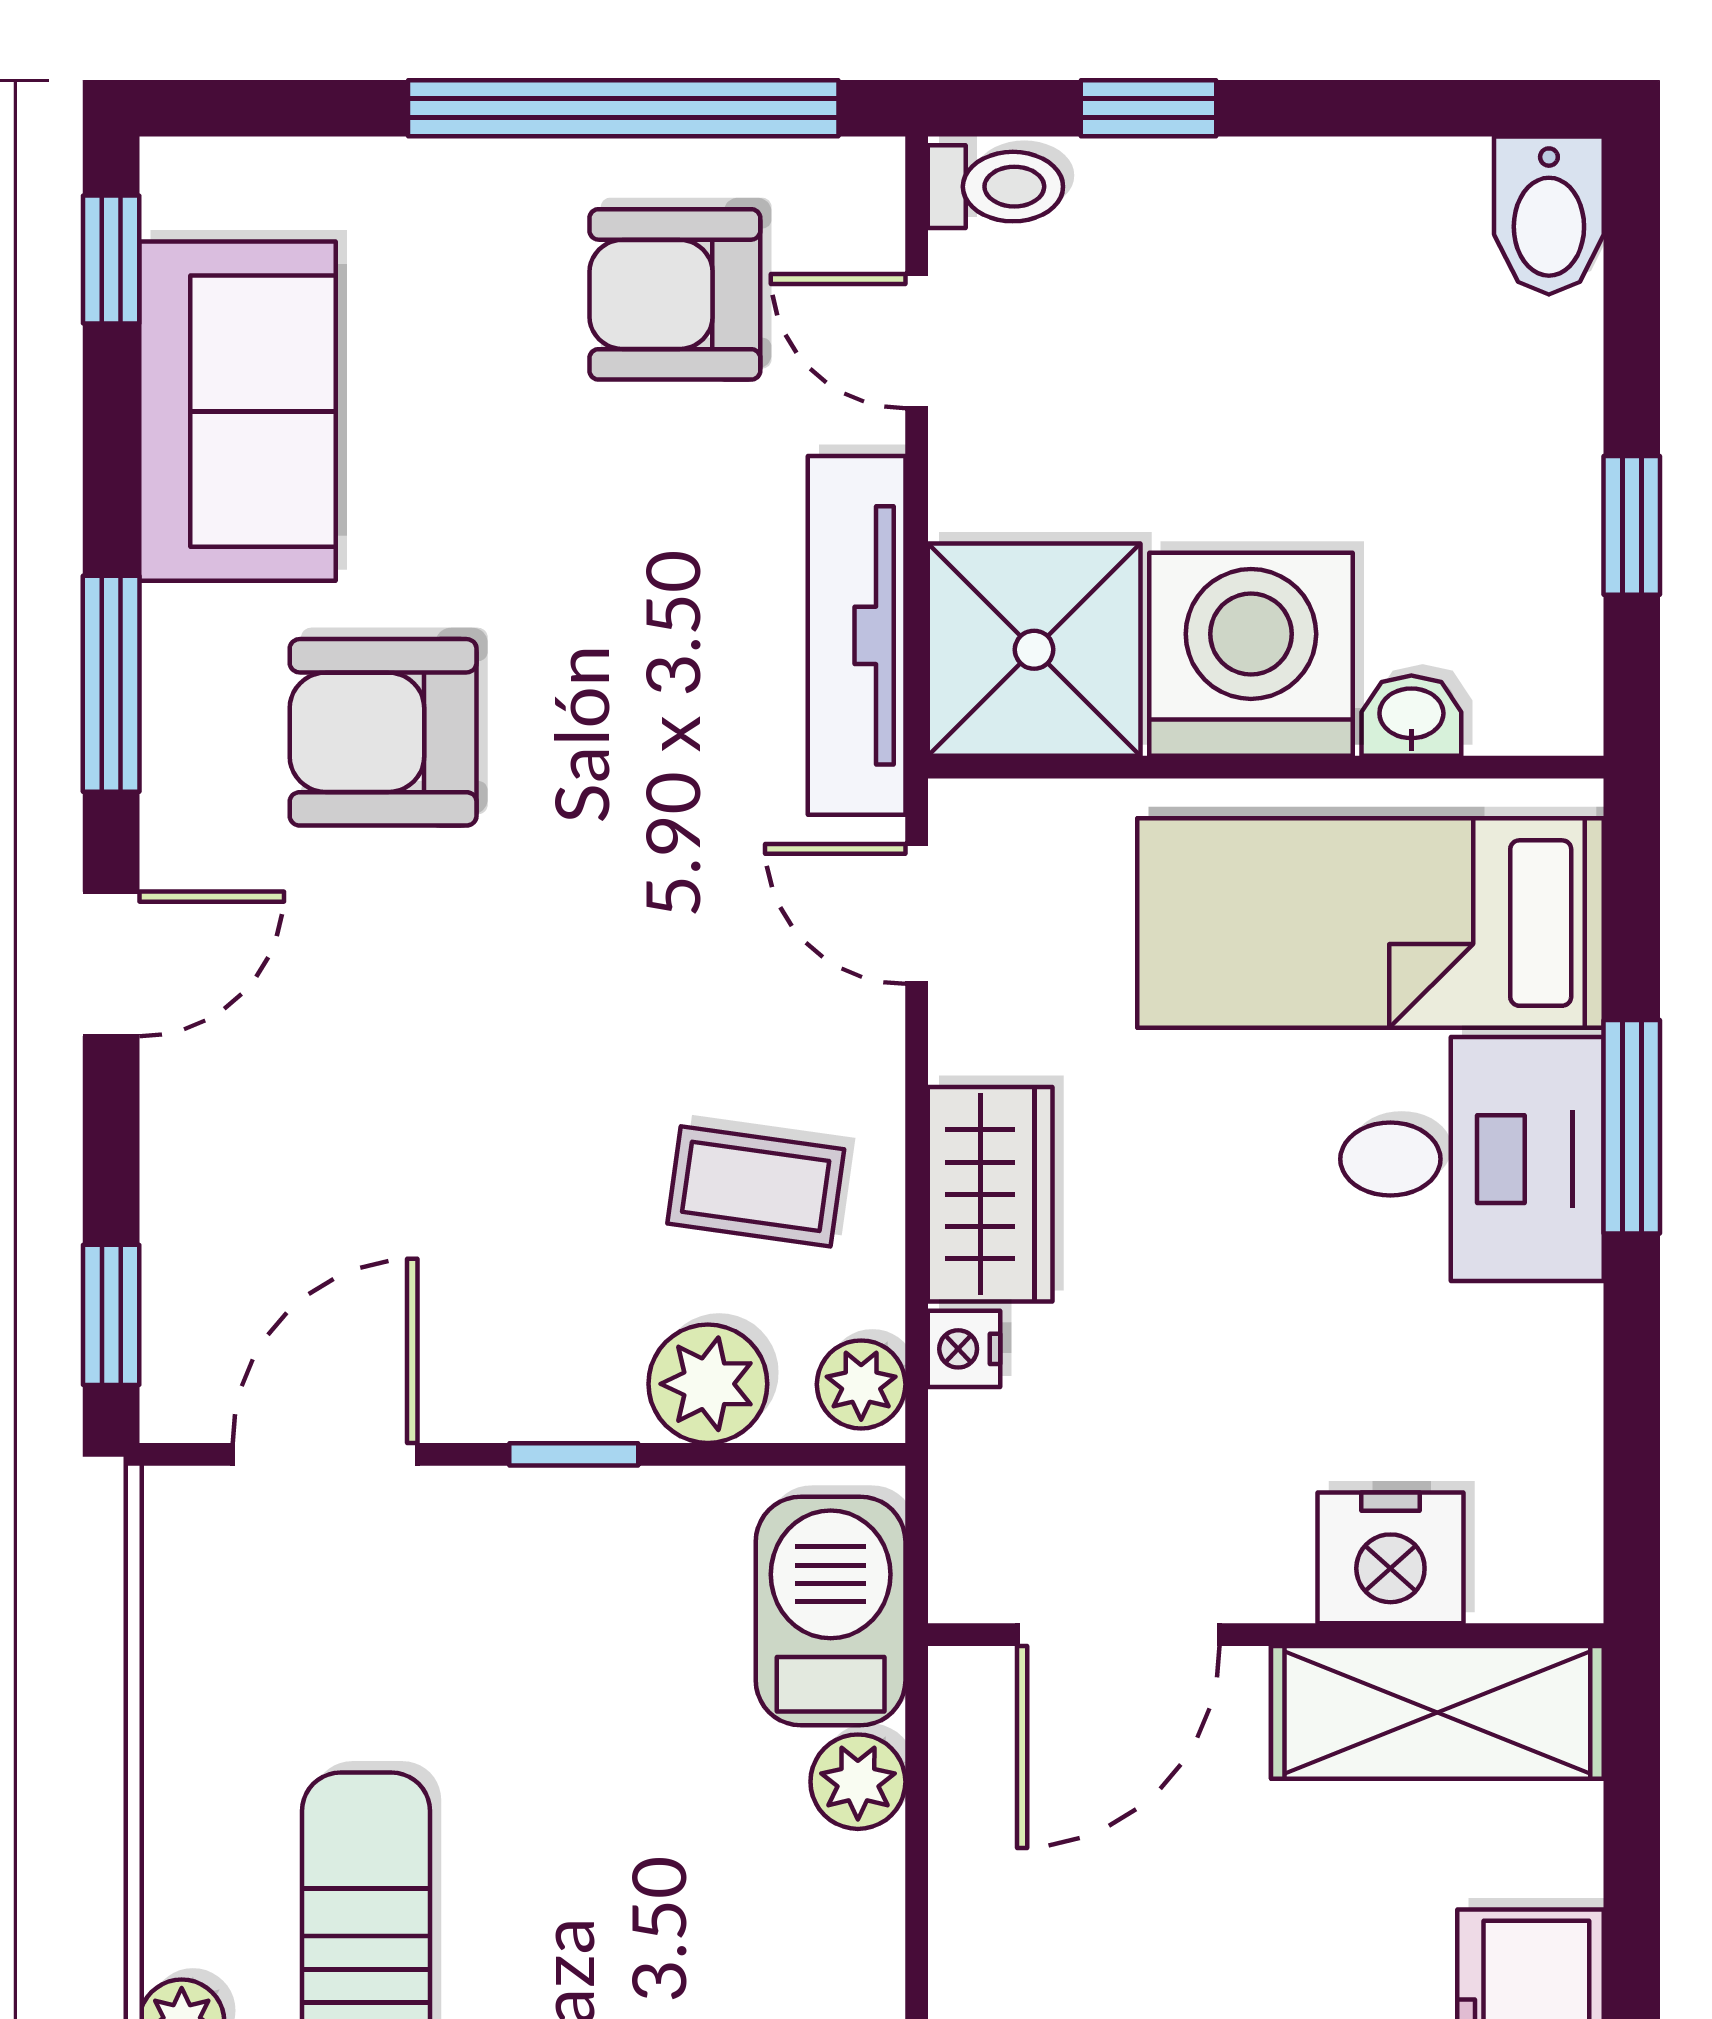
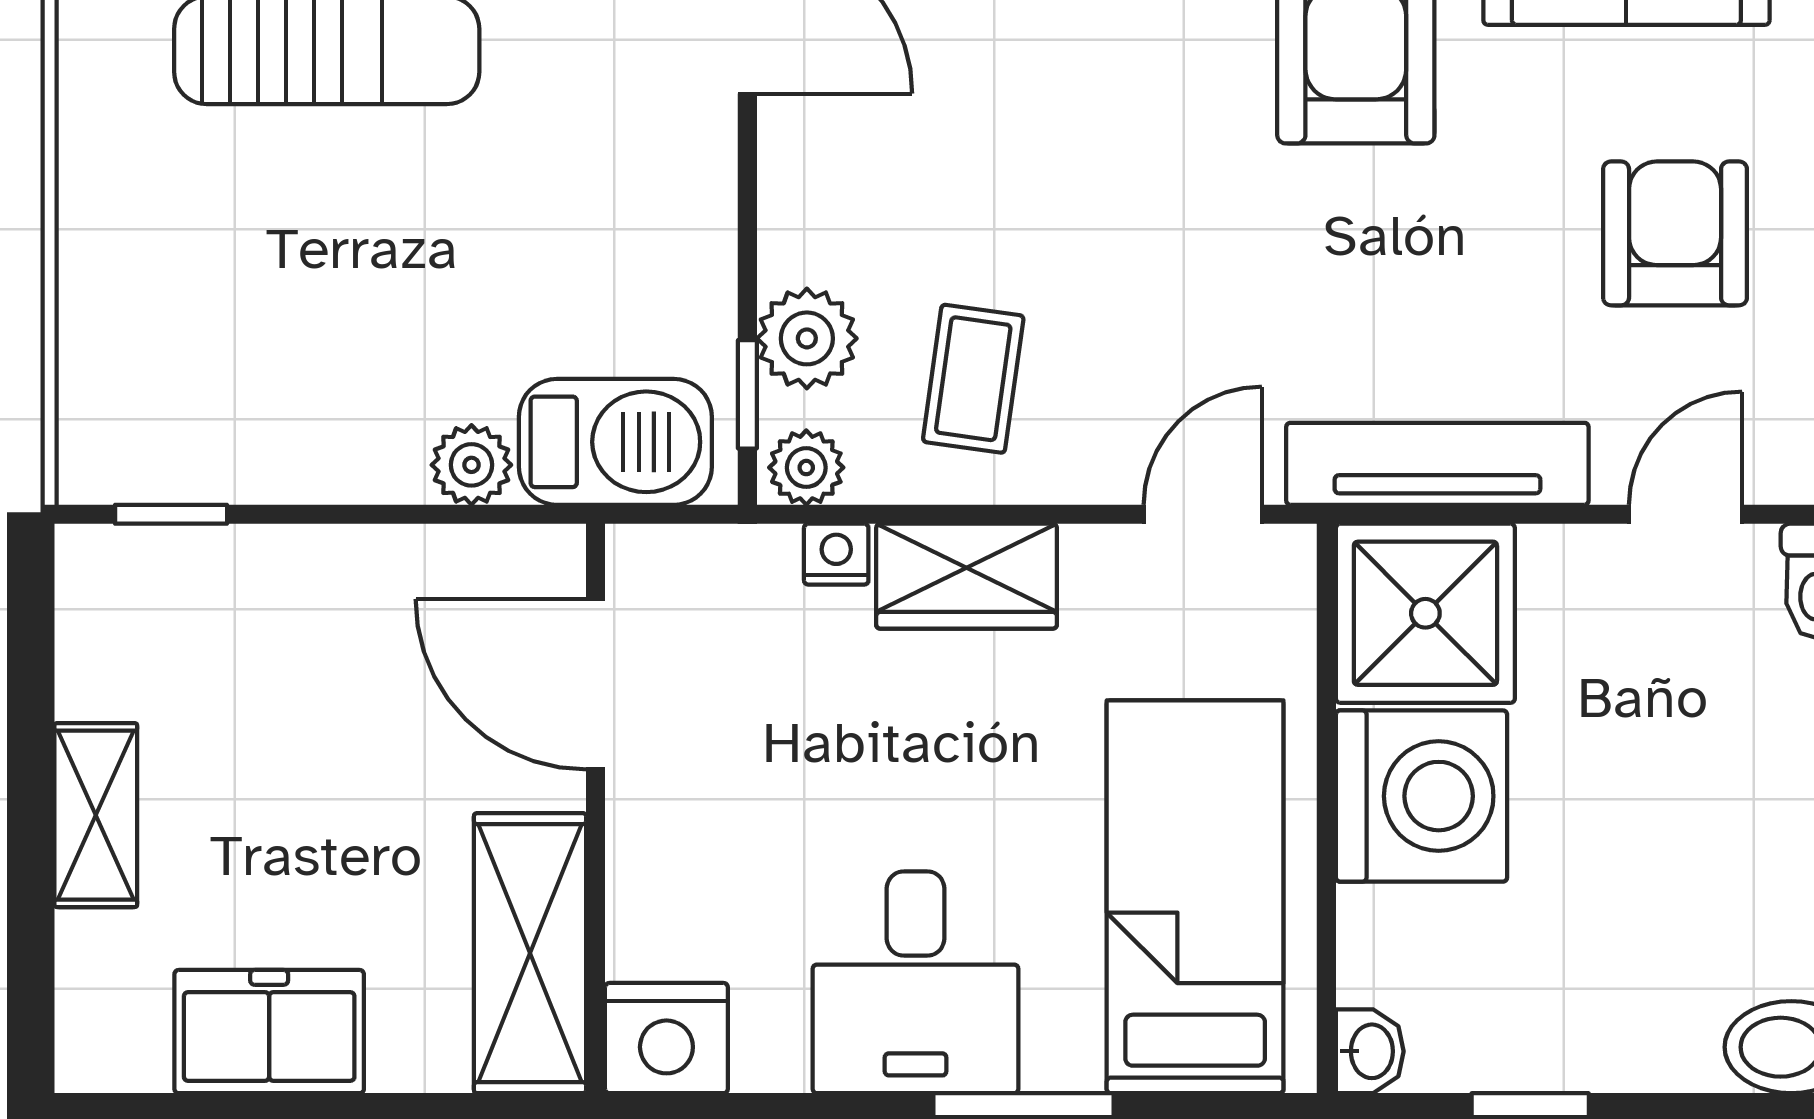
armchair: (675, 294) -> (1675, 233), moved
washbasin: (1411, 716) -> (1370, 1051), moved
desk: (1472, 1159) -> (916, 982), moved
window: (574, 1454) -> (747, 394), moved
nightstand: (1390, 1558) -> (666, 1038), moved, turned -90

